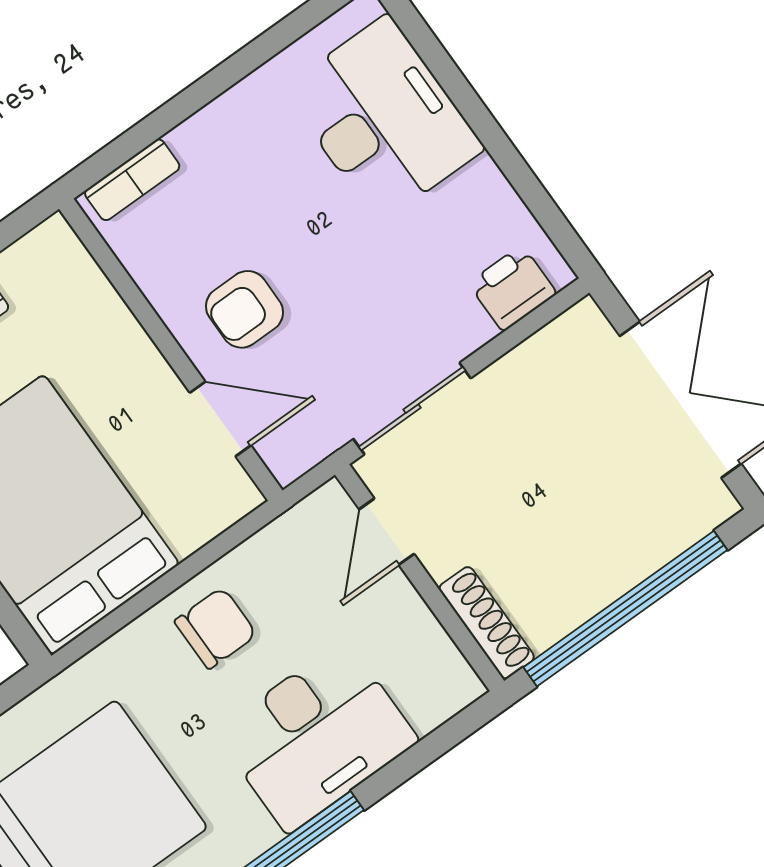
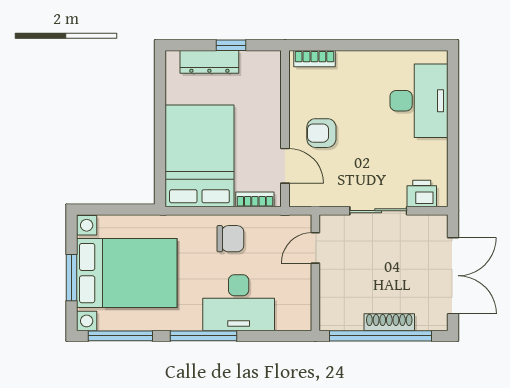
sliding door: (412, 409) -> (378, 211), moved
bookcase: (209, 522) -> (255, 199), added
shoe rack: (487, 623) -> (389, 322), moved, turned -90

